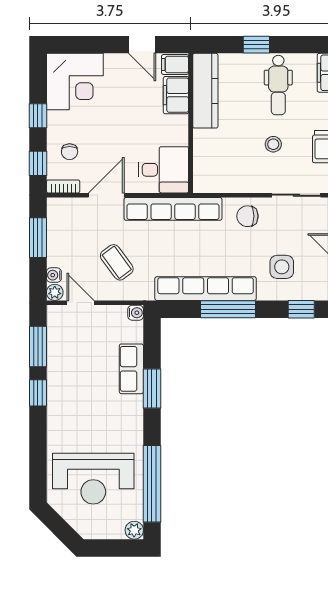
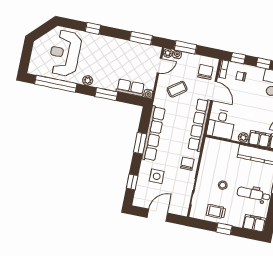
plant: (180, 125) -> (243, 138), added
chair: (75, 217) -> (205, 72), added
window: (38, 238) -> (185, 47), moved
window: (228, 309) -> (140, 143), width x0.69
row of seats: (131, 369) -> (130, 88), moved
window: (38, 393) -> (93, 28), moved
plant: (134, 530) -> (88, 81), moved

